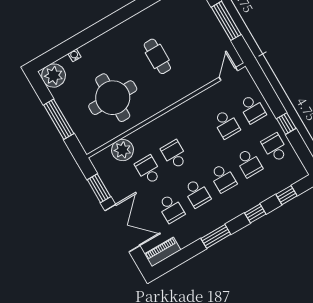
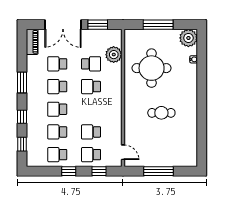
window: (266, 89) -> (99, 171), added
school desk: (275, 148) -> (57, 155), turned 180
school desk: (174, 155) -> (91, 87), turned 180

